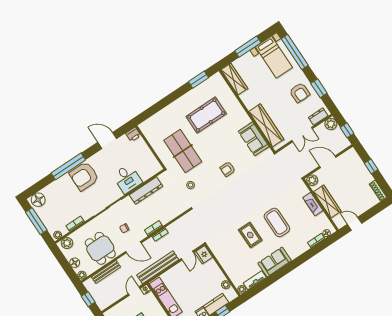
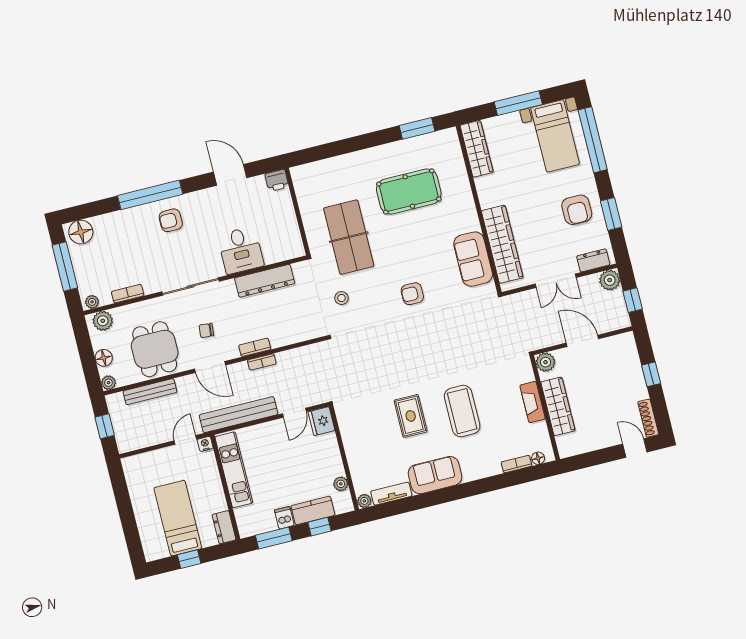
armchair: (84, 176) -> (171, 220), width x0.53, depth x0.53
door: (355, 224) -> (635, 448), moved

